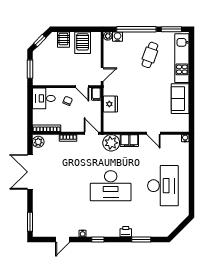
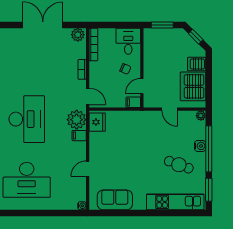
water cooler: (118, 37) -> (200, 146), moved
server rack: (83, 43) -> (193, 86), width x1.60
door: (102, 75) -> (170, 109), moved
sofa: (180, 99) -> (115, 200), moved
fridge: (110, 104) -> (97, 122), moved, turned -90
door: (91, 133) -> (88, 96), hinge flipped
filing cabinet: (129, 141) -> (79, 136), width x0.50
desk: (111, 186) -> (27, 119), turned 180

